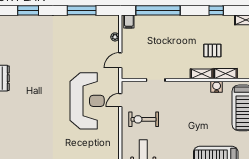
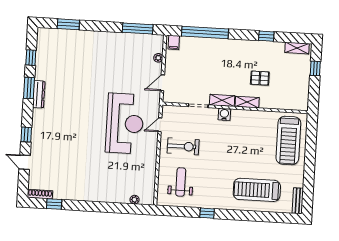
window: (82, 10) -> (138, 28), moved
shelving: (225, 74) -> (222, 100), moved
water cooler: (217, 87) -> (224, 114), moved
exercise bike: (144, 119) -> (183, 146), turned 180

